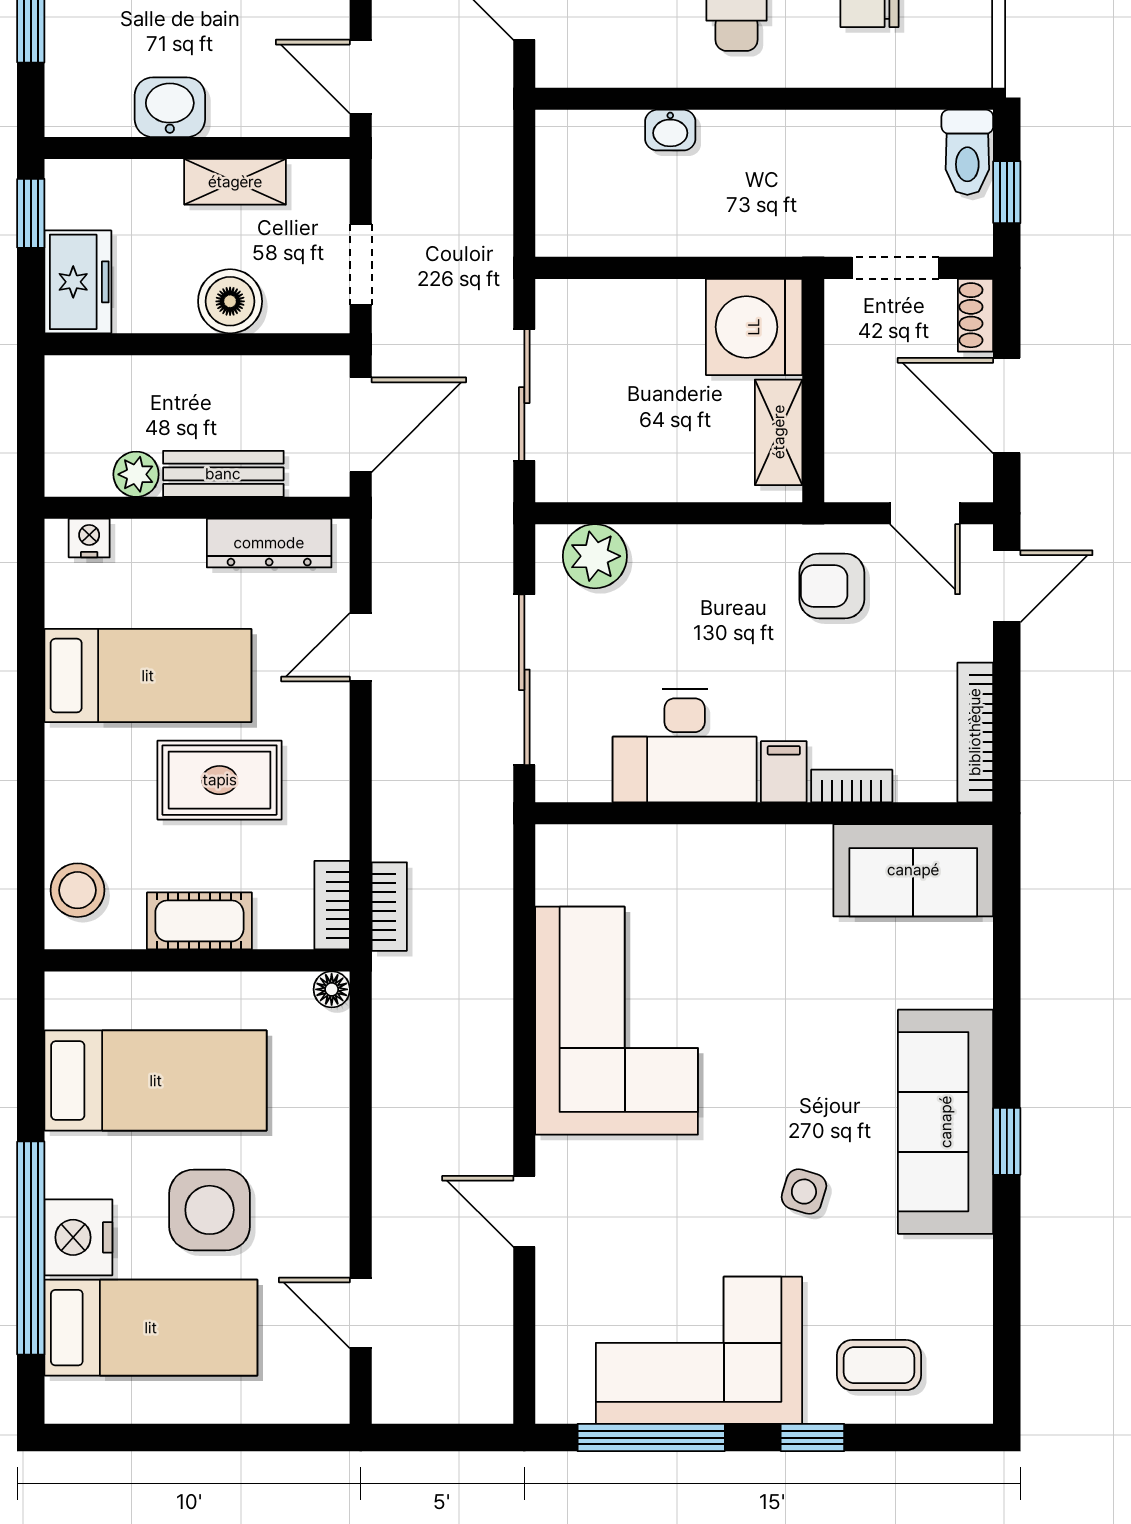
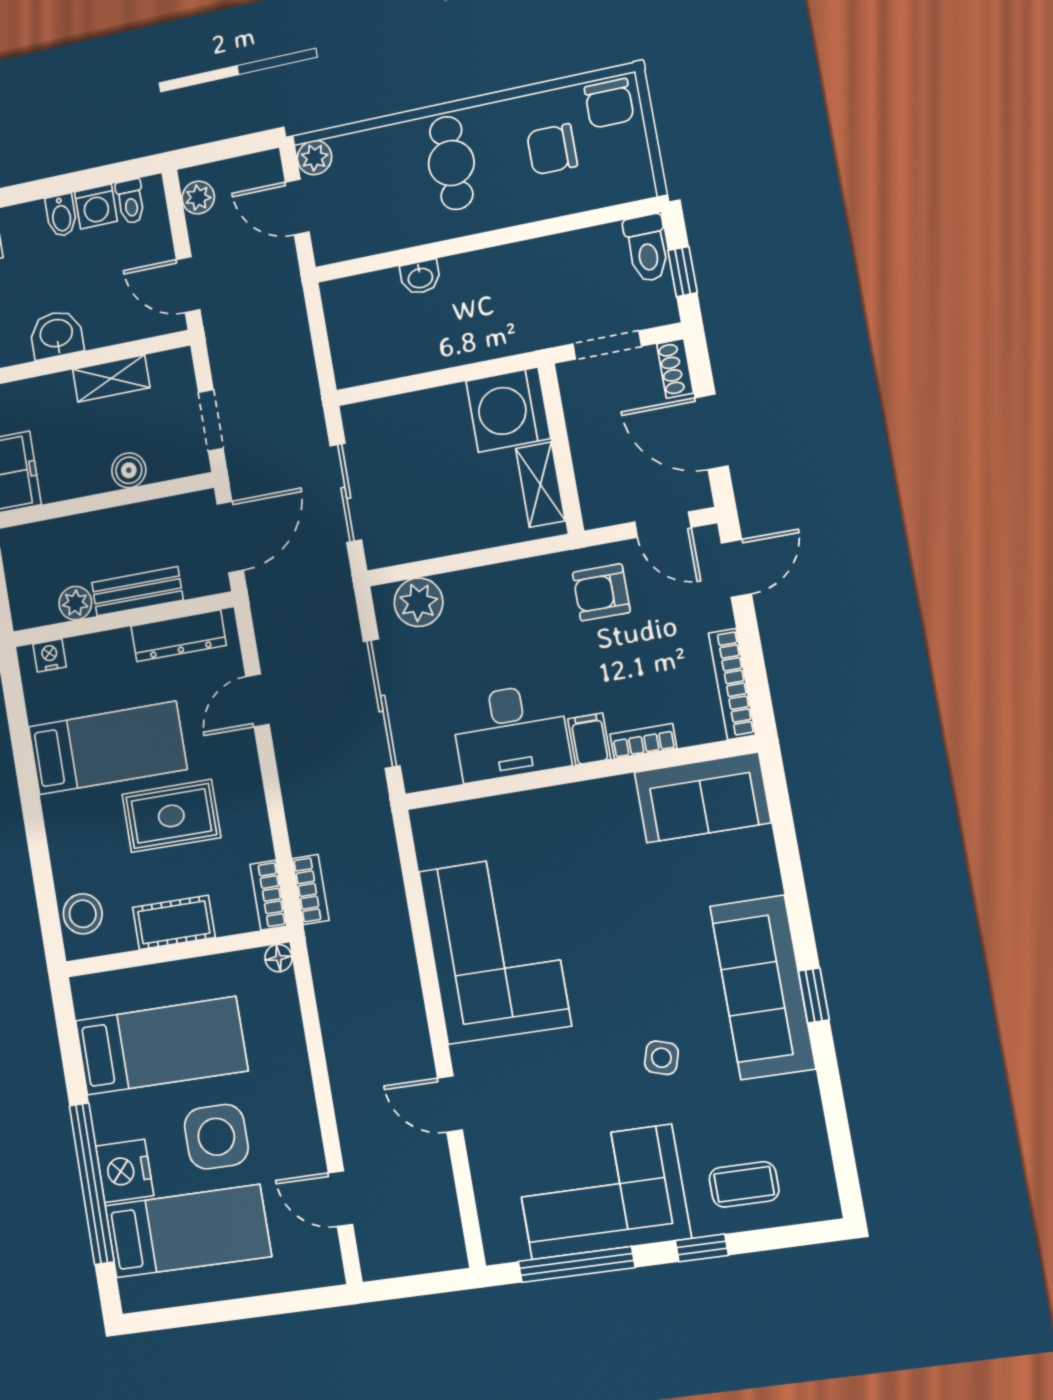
boiler: (230, 301) -> (129, 470), width x0.73, depth x0.73

